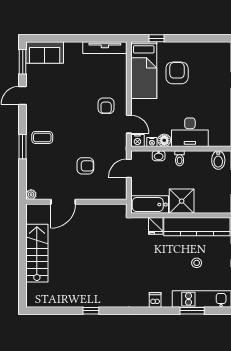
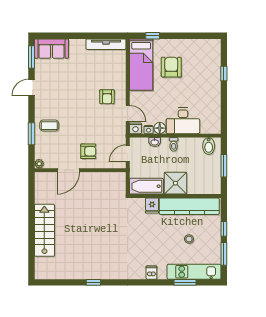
plant: (31, 195) -> (39, 164), moved
door: (63, 202) -> (68, 170), moved
wall: (76, 202) -> (80, 170), moved

